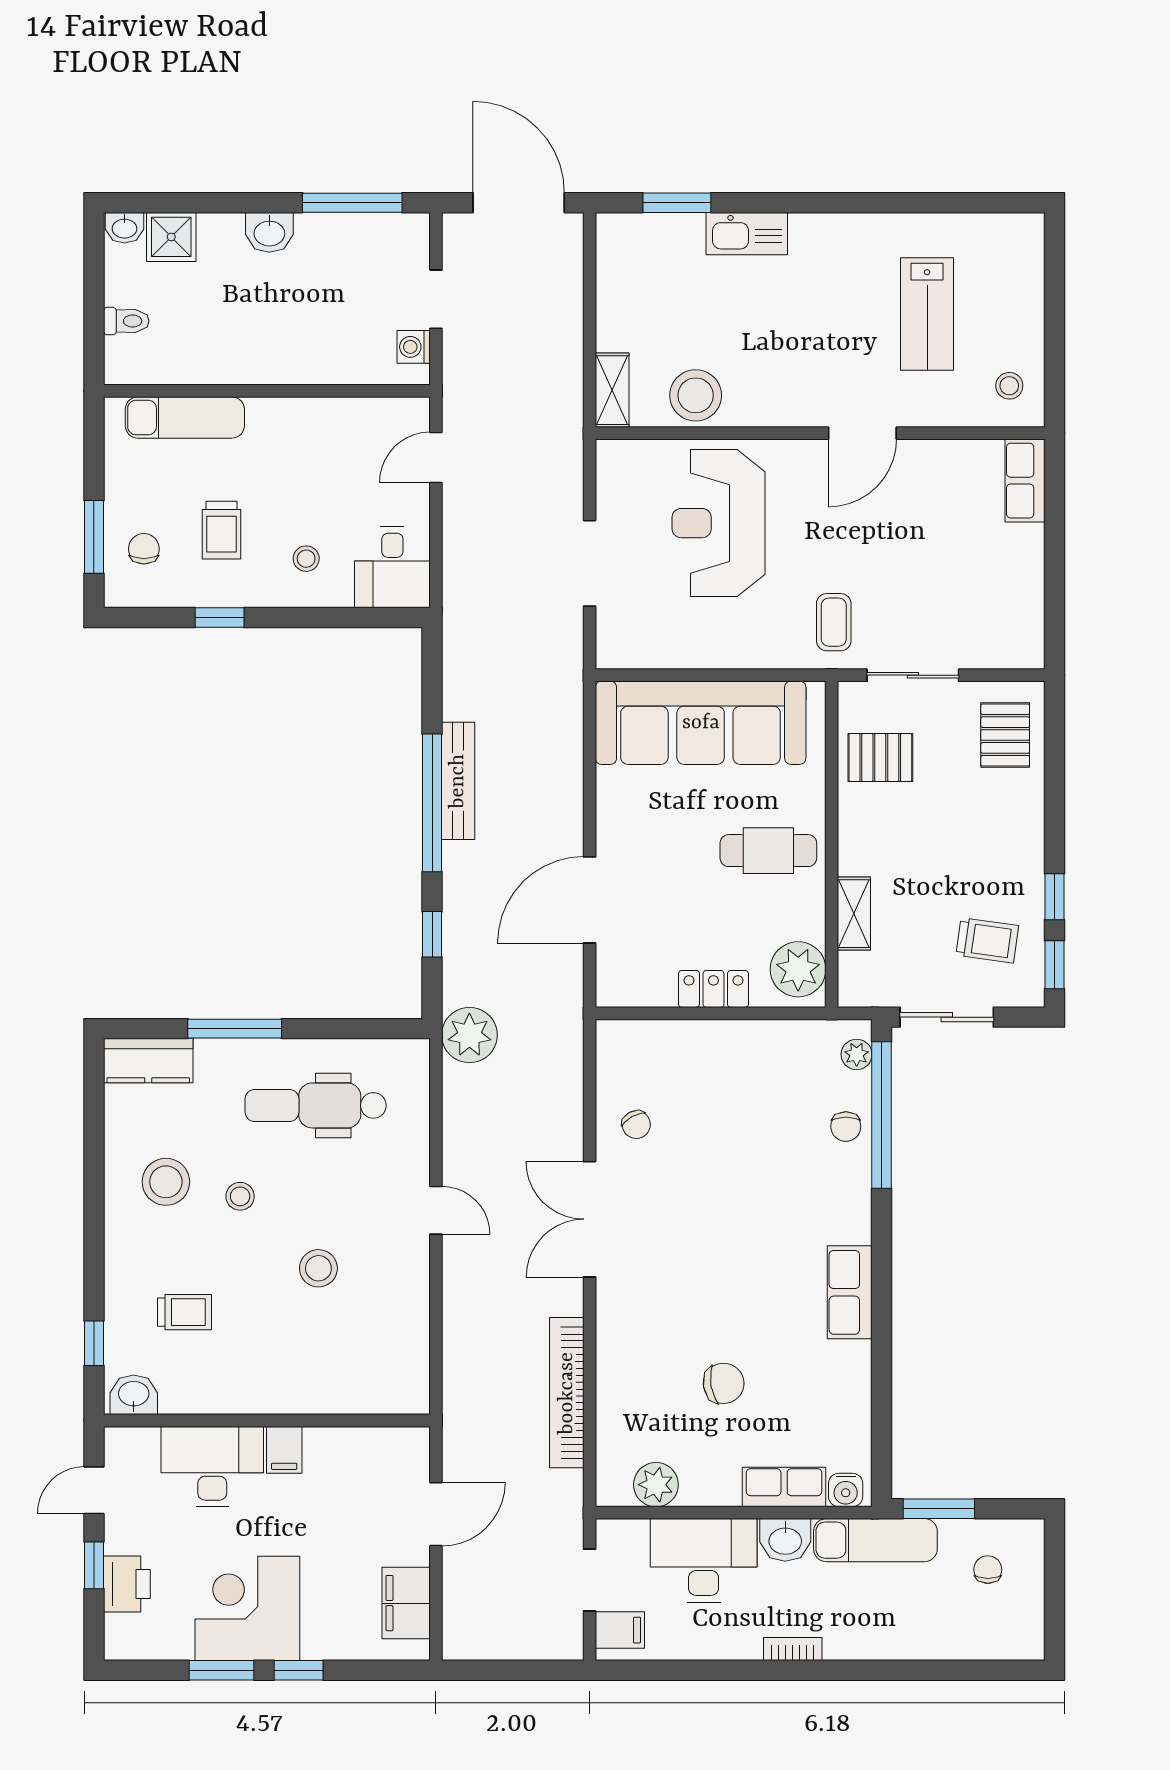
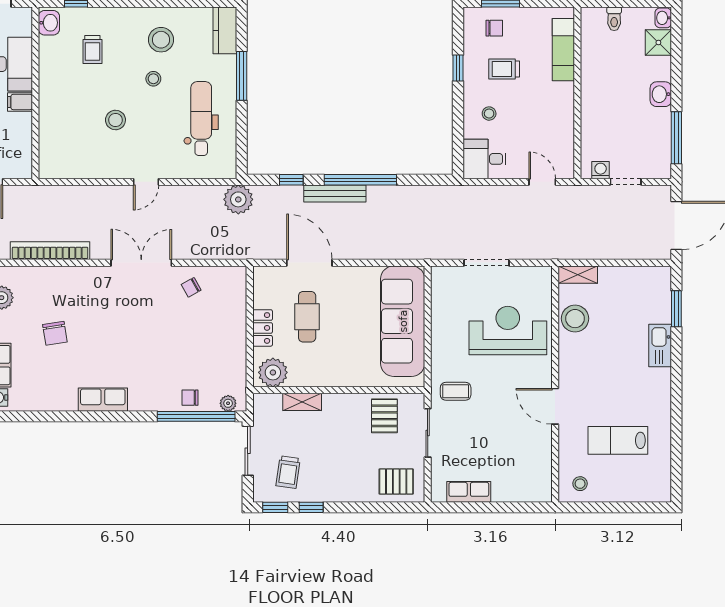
row of seats: (1025, 481) -> (469, 492), moved
bench: (458, 781) -> (335, 194), moved
cafe table: (768, 851) -> (307, 317), moved

